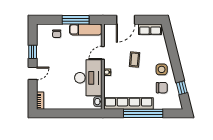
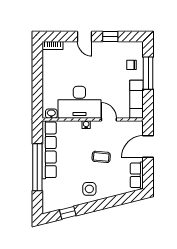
window: (76, 20) -> (148, 73), moved
door: (126, 20) -> (148, 146), hinge flipped
chair: (162, 88) -> (68, 189), removed

